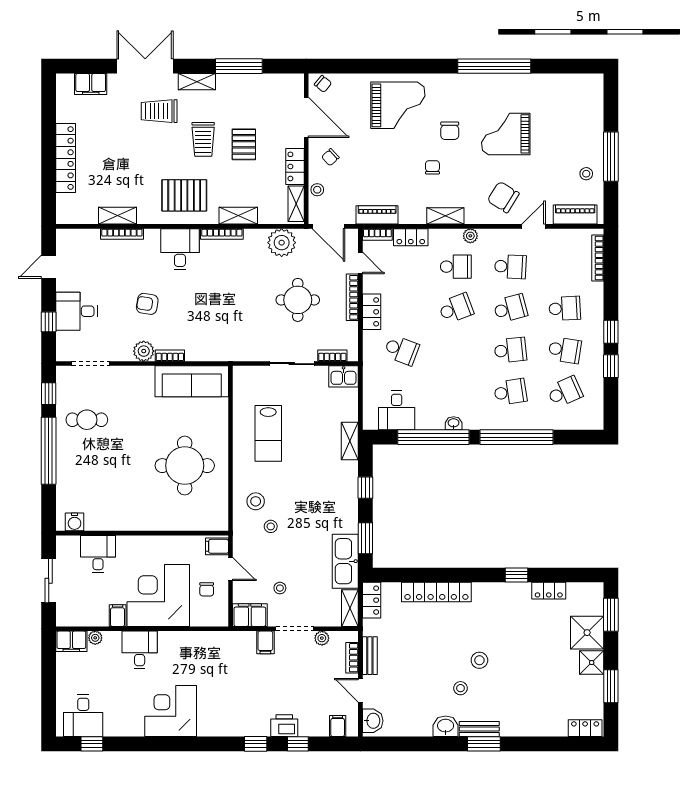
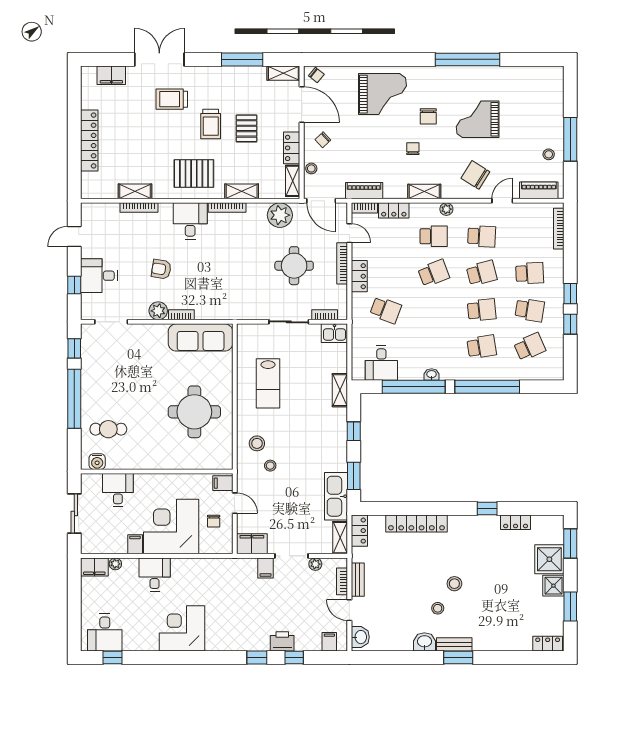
shelving: (197, 82) -> (283, 73), moved
cafe table: (87, 420) -> (108, 429), moved
stool: (280, 588) -> (278, 520), removed

